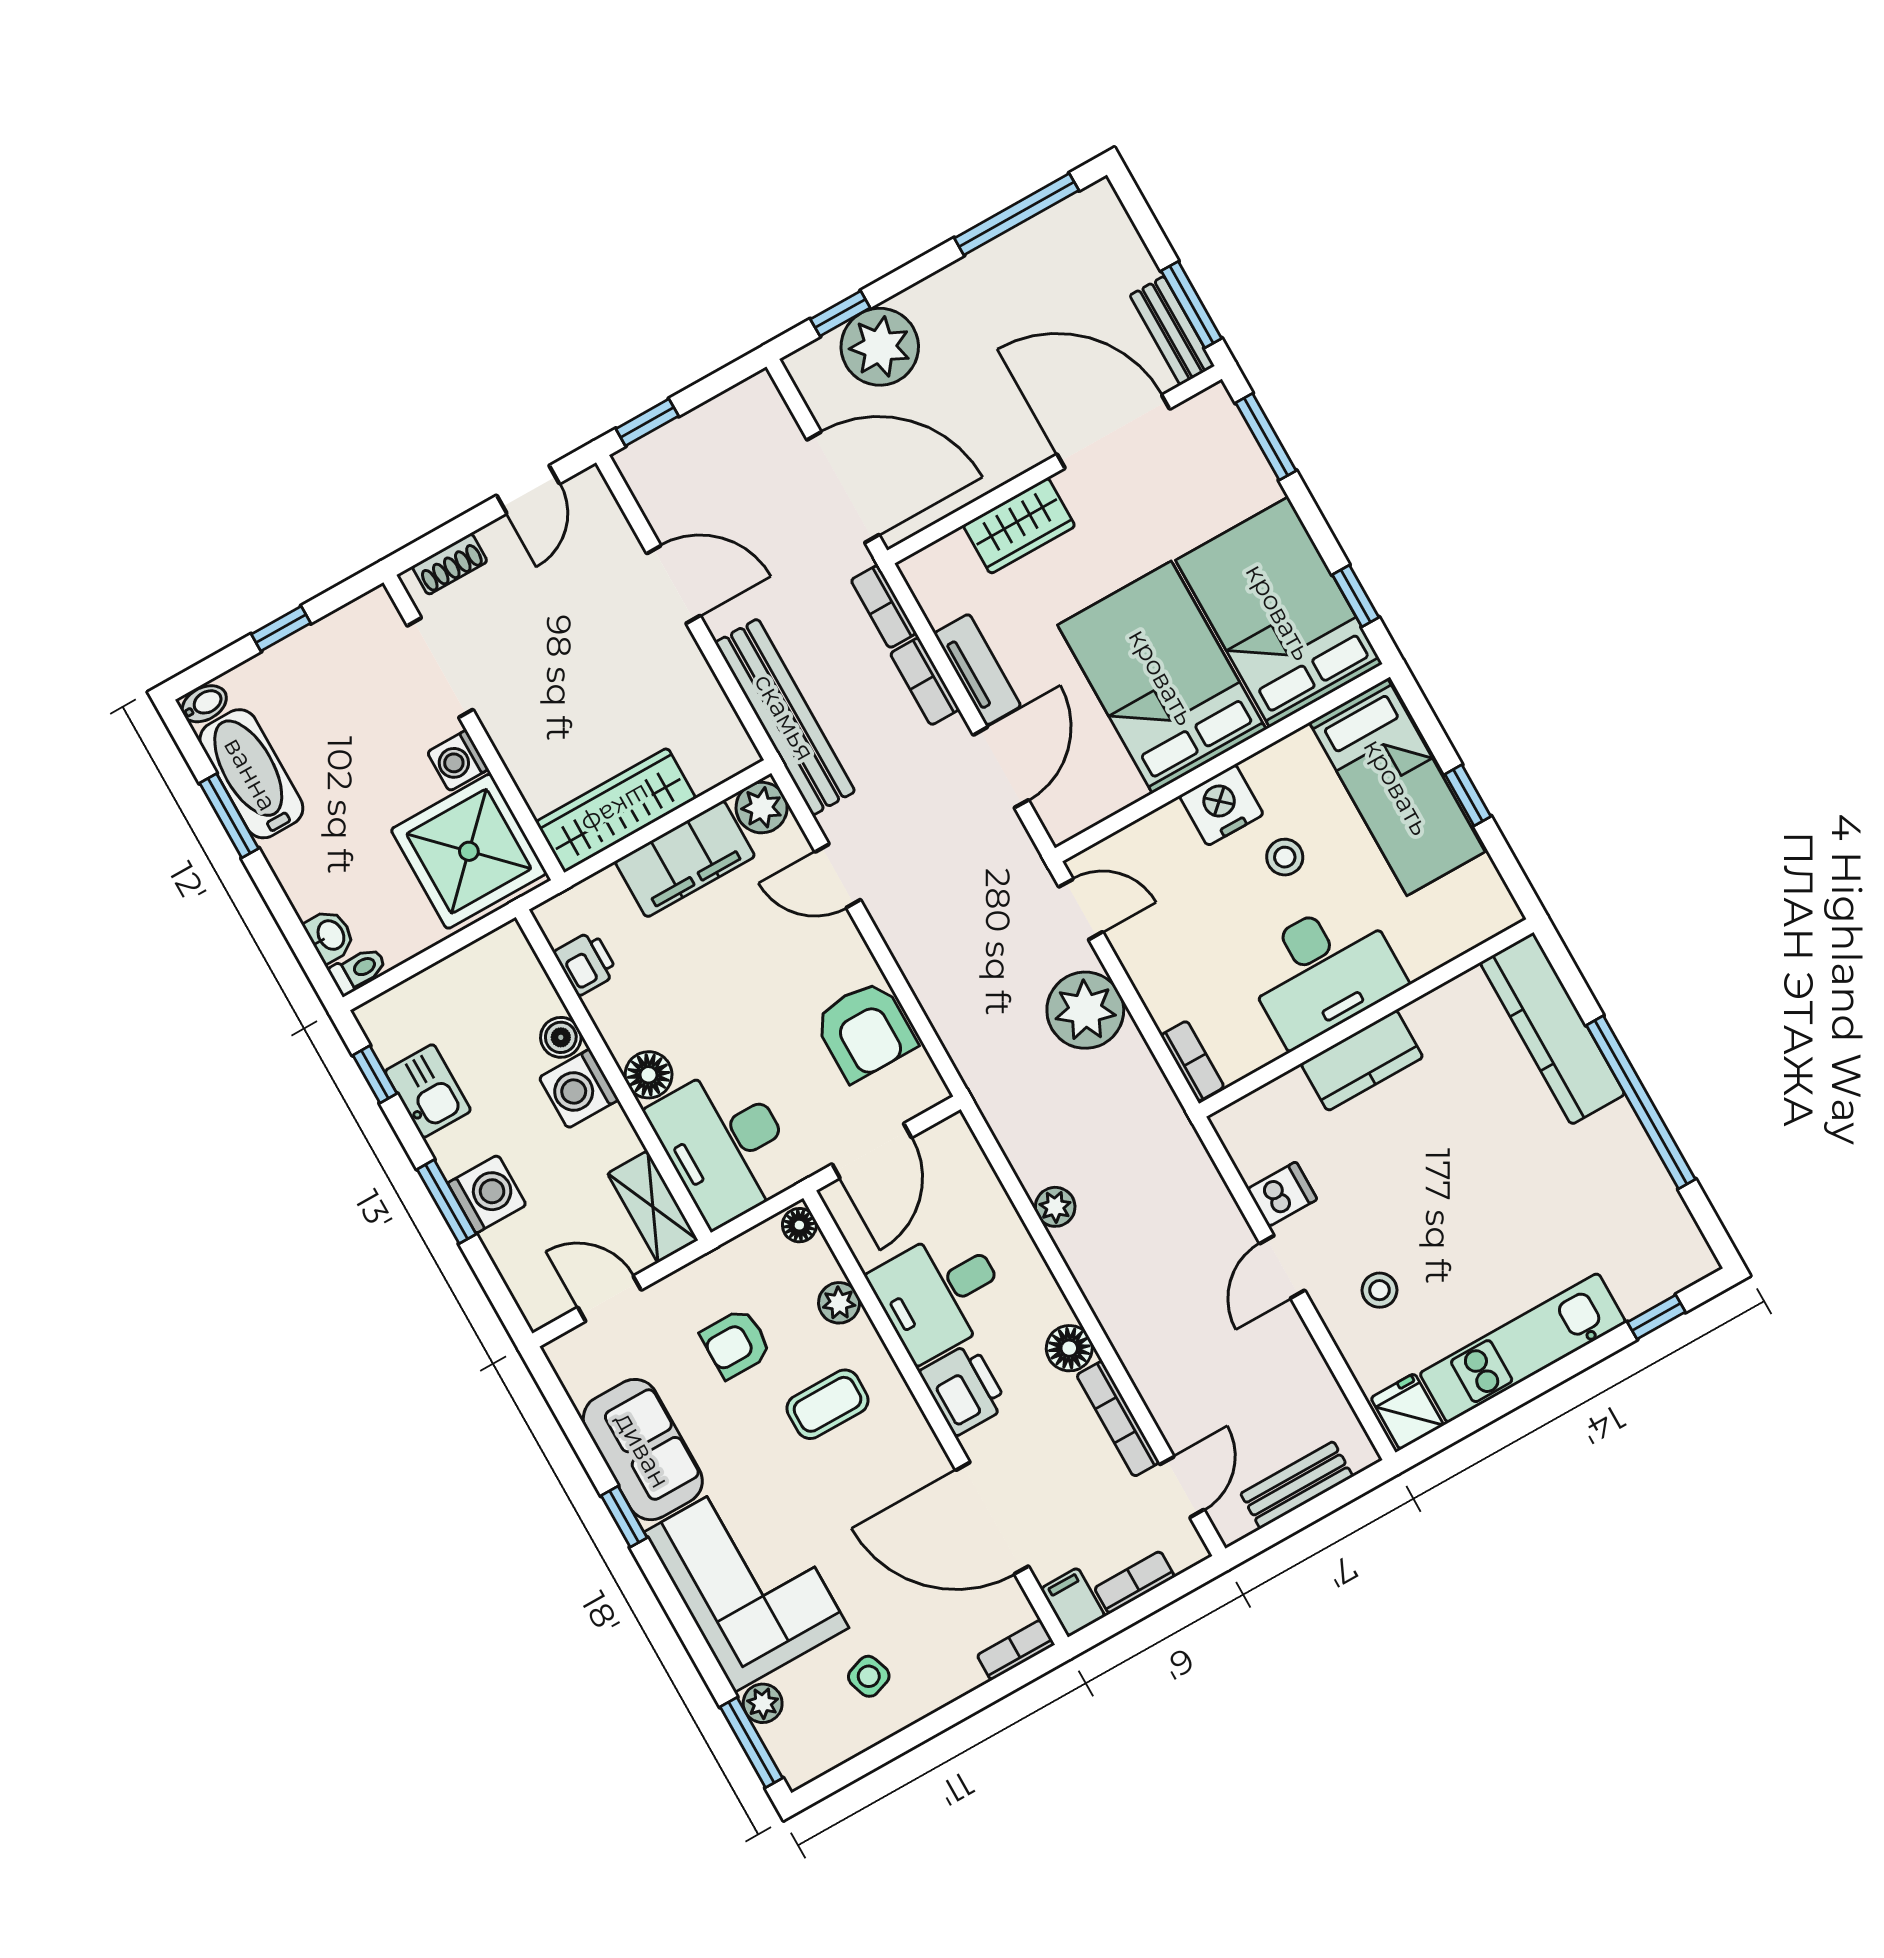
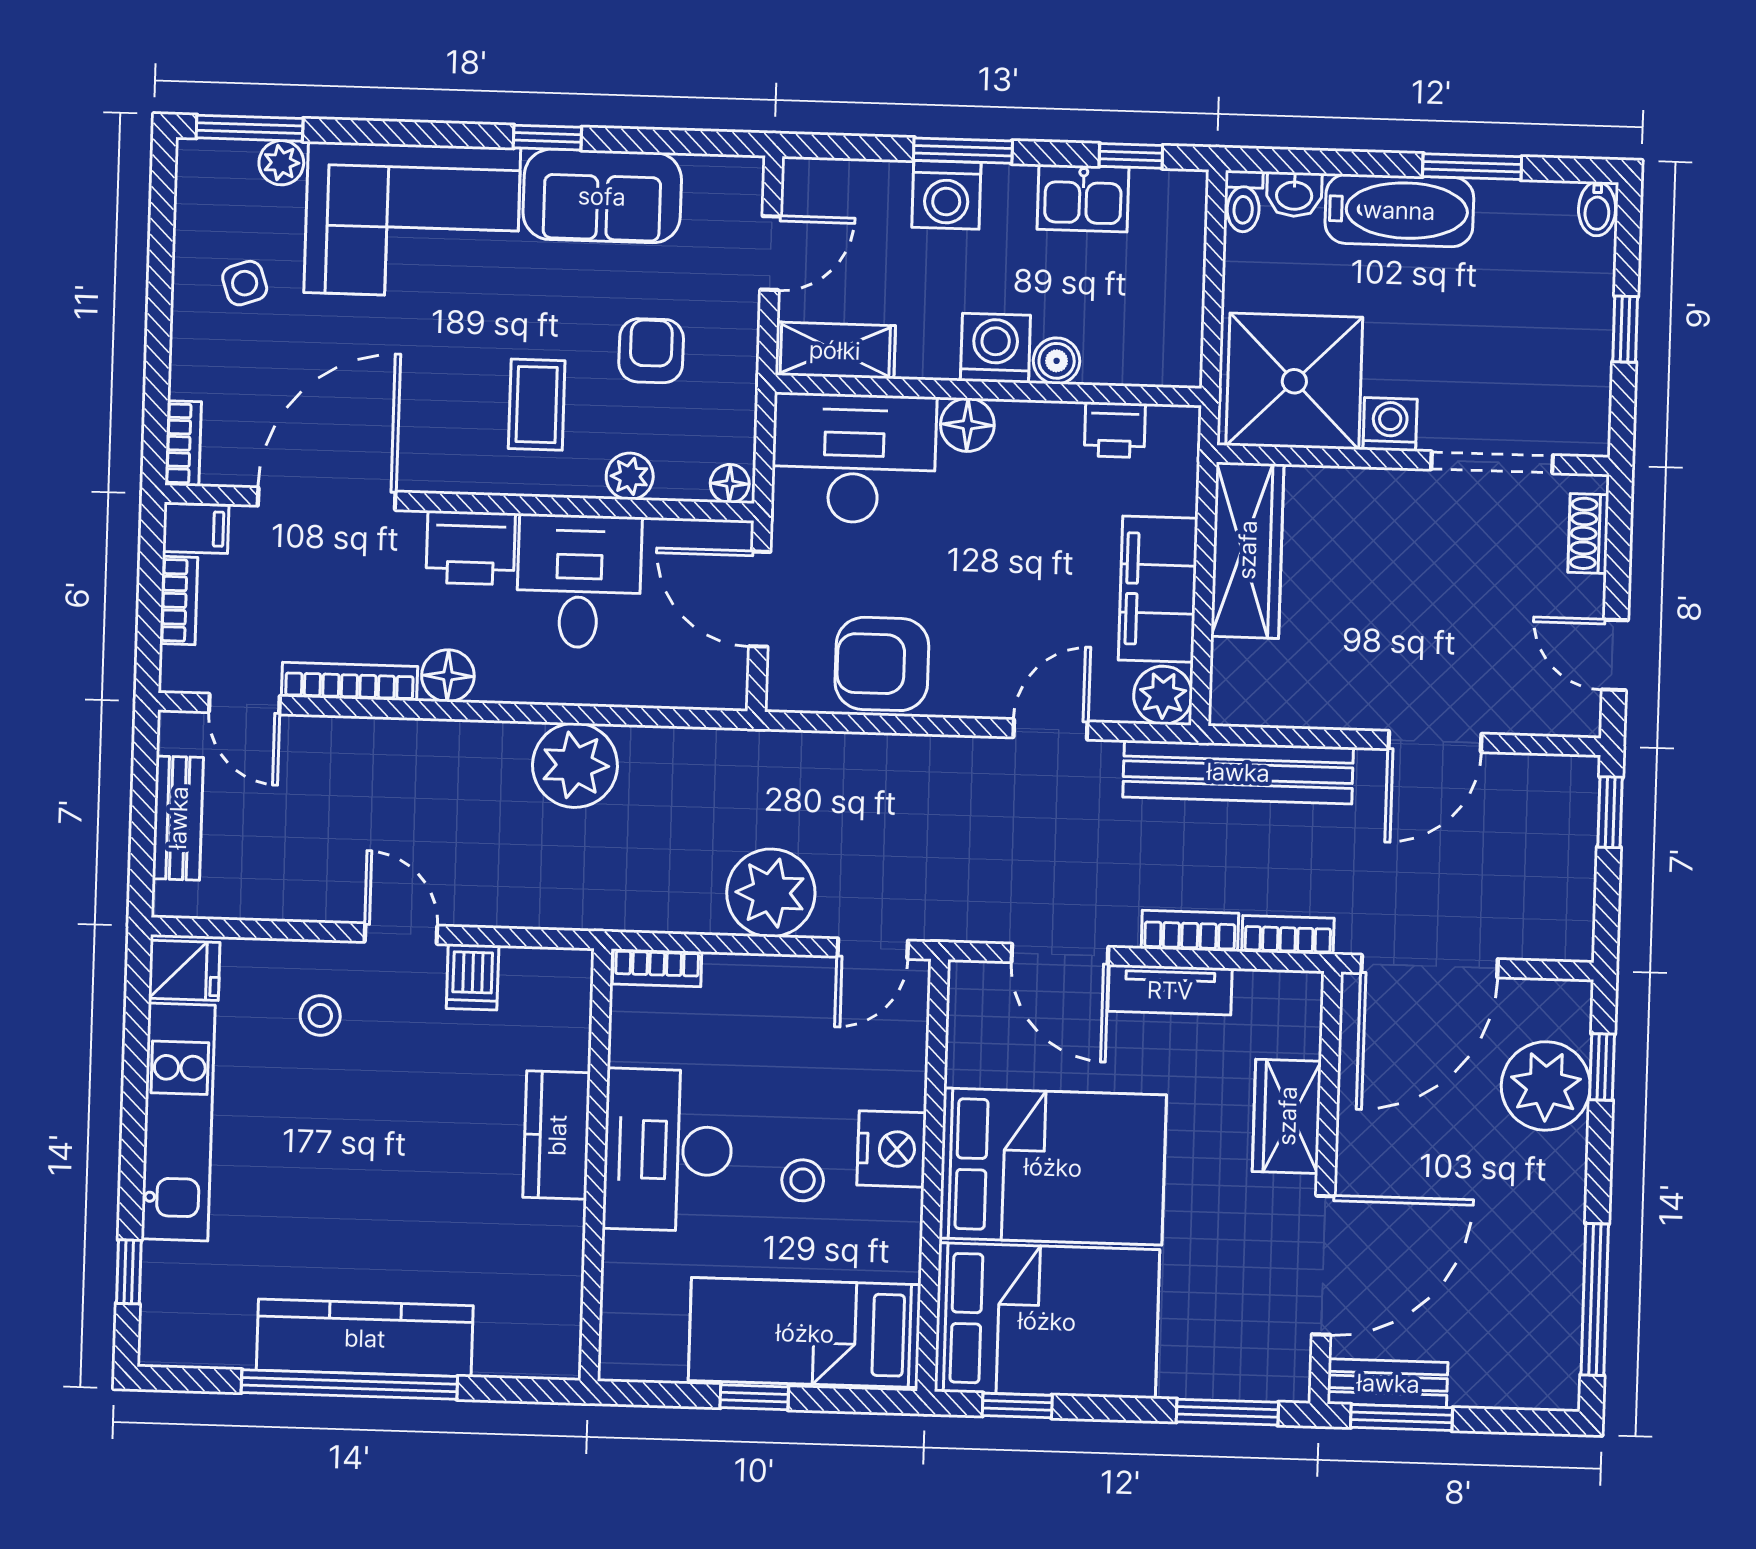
bathtub: (251, 774) -> (1399, 210), moved
kitchen counter: (1552, 1029) -> (365, 1338), moved
plant: (1055, 1207) -> (575, 765), width x1.88, depth x1.88

